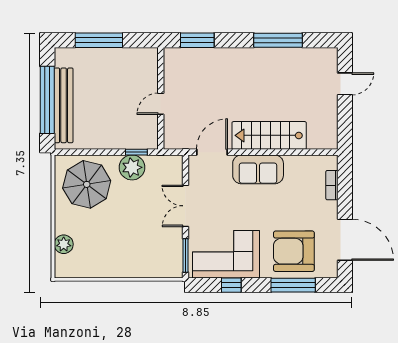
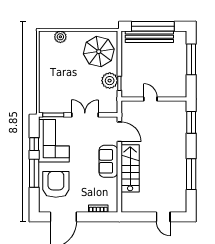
window: (293, 285) -> (34, 173), moved

